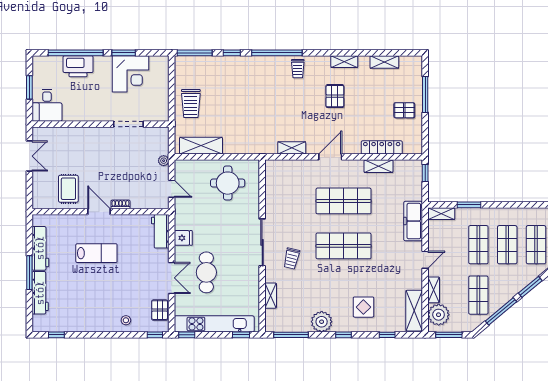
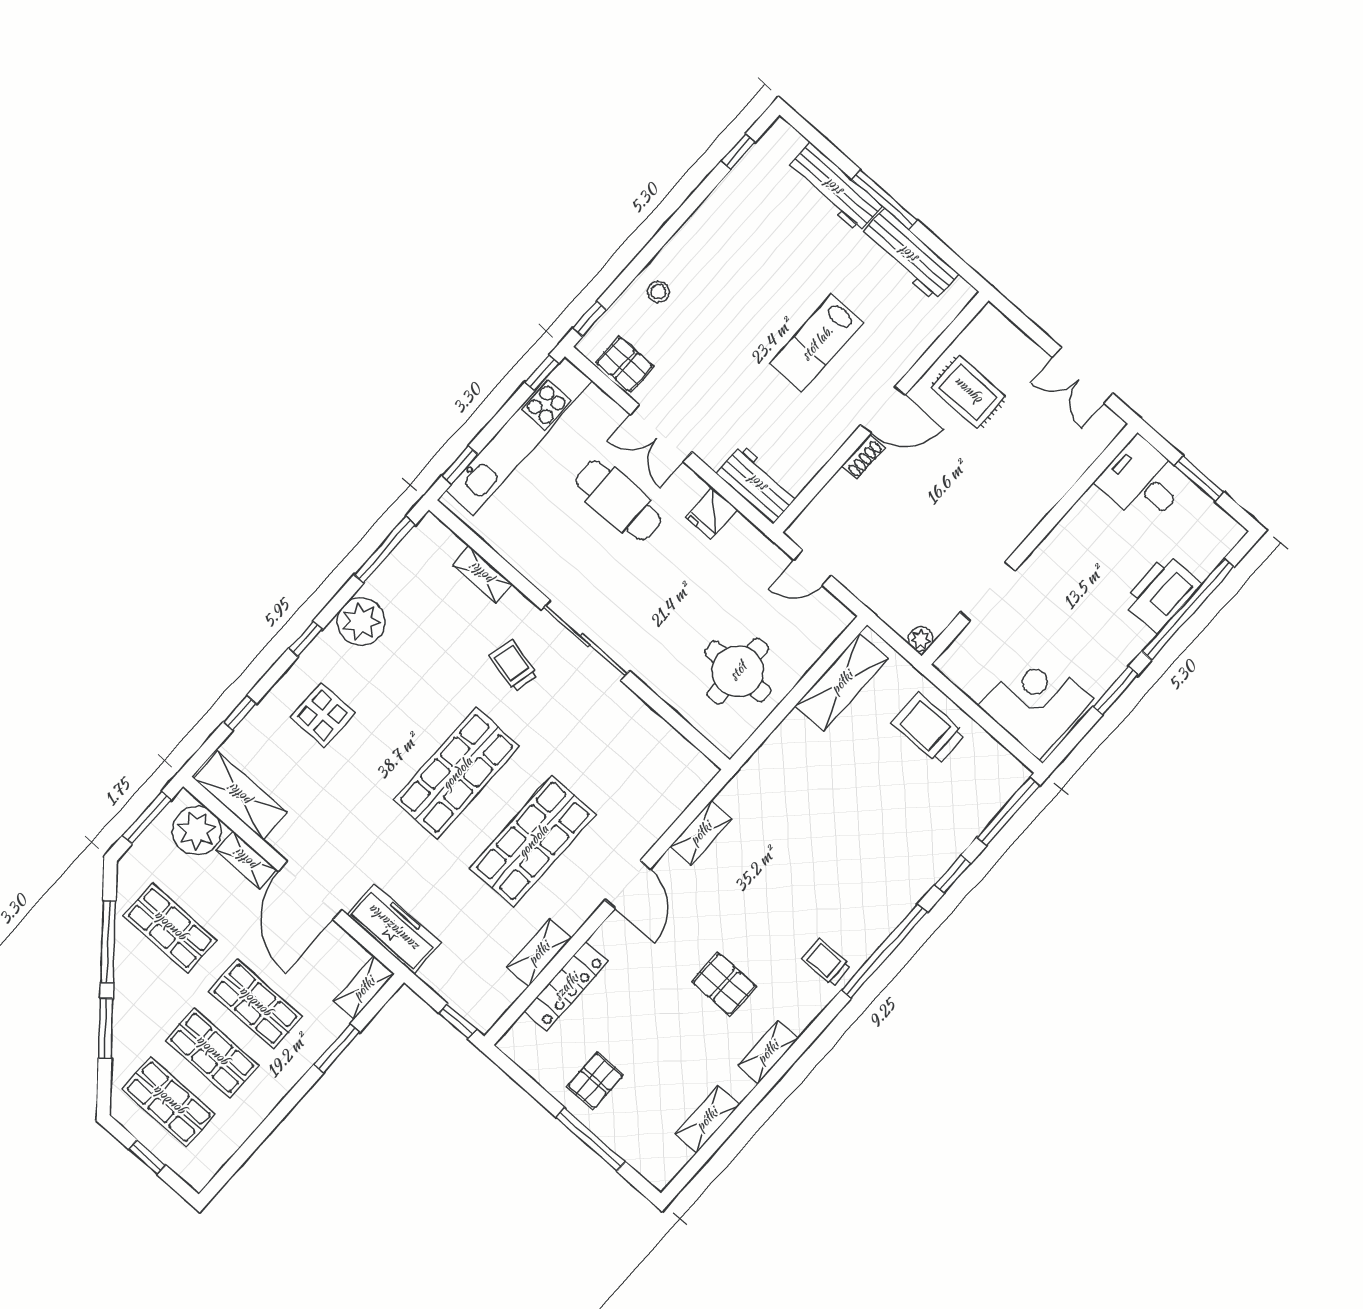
corner desk: (131, 74) -> (1036, 703), moved, turned 90
plant: (164, 161) -> (921, 639), moved
door: (425, 260) -> (310, 891), width x1.87

